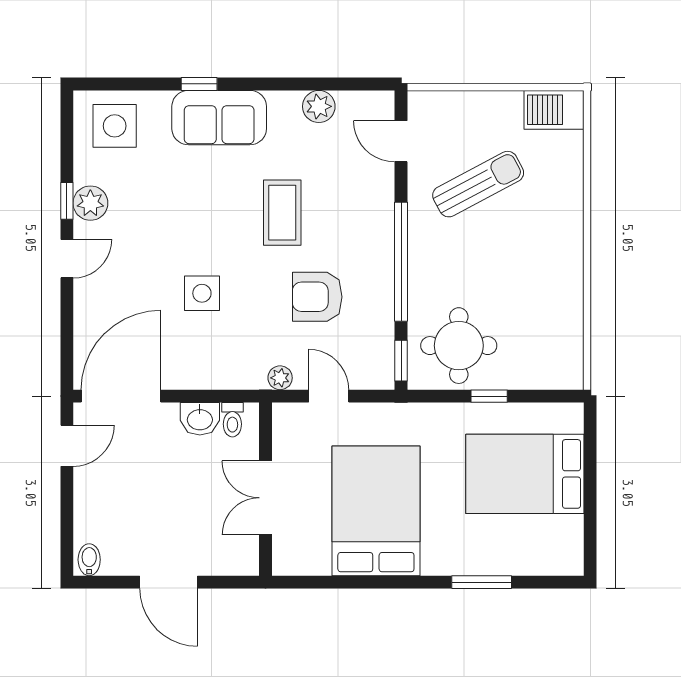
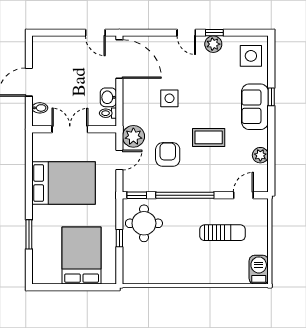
sun lounger: (478, 184) -> (223, 233), turned -62
plant: (280, 378) -> (133, 136), width x1.87, depth x1.87
bidet: (89, 560) -> (40, 108), moved

